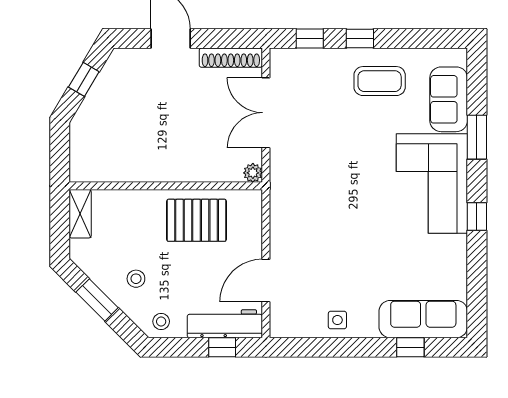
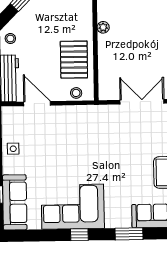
plant: (253, 173) -> (103, 27), moved
corner sofa: (432, 184) -> (73, 207), moved
stool: (136, 279) -> (76, 93), moved

